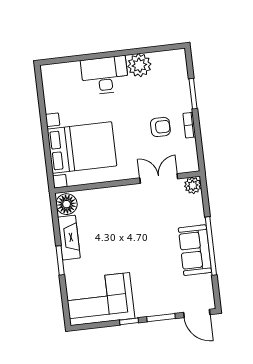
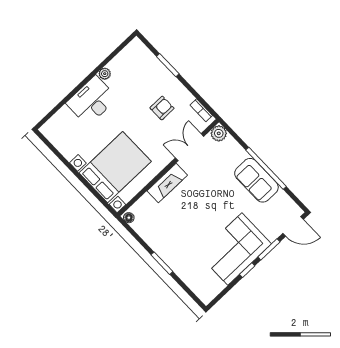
plant: (139, 65) -> (105, 74), width x0.53, depth x0.53
bookcase: (189, 125) -> (201, 110), moved
floor lamp: (67, 204) -> (129, 218), width x0.53, depth x0.53
fireplace: (69, 238) -> (167, 183), moved, turned 90
corner sofa: (100, 299) -> (235, 249), moved

